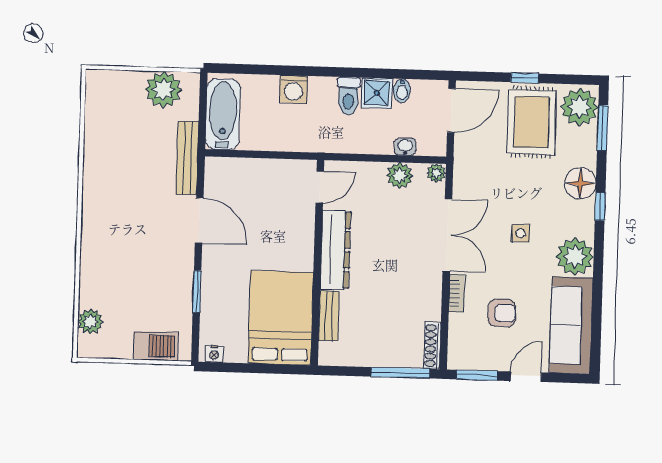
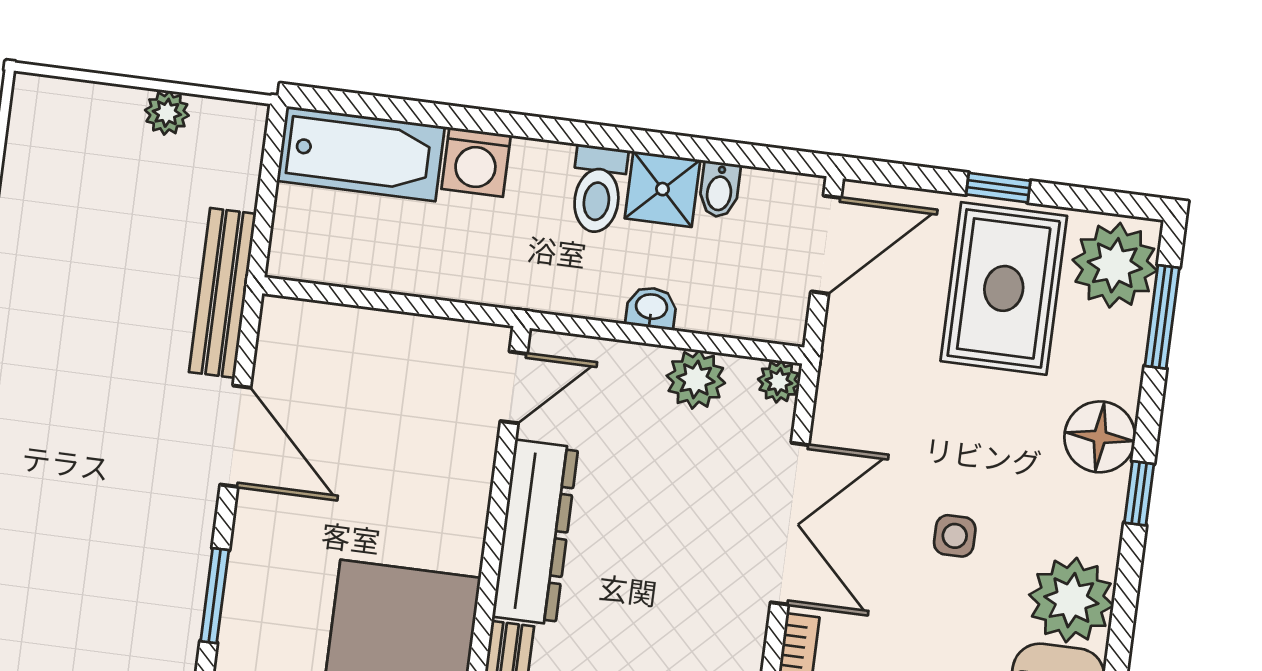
plant: (163, 90) -> (167, 113), width x0.53, depth x0.53
bathtub: (223, 114) -> (361, 154), moved, turned 90
washbasin: (405, 147) -> (651, 308), moved

